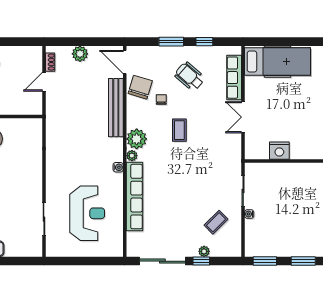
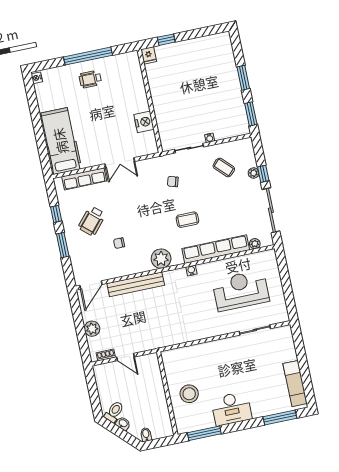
chair: (140, 87) -> (173, 182), moved, width x0.54, depth x0.54
coffee table: (179, 130) -> (187, 220), moved
plant: (132, 156) -> (255, 244), moved

